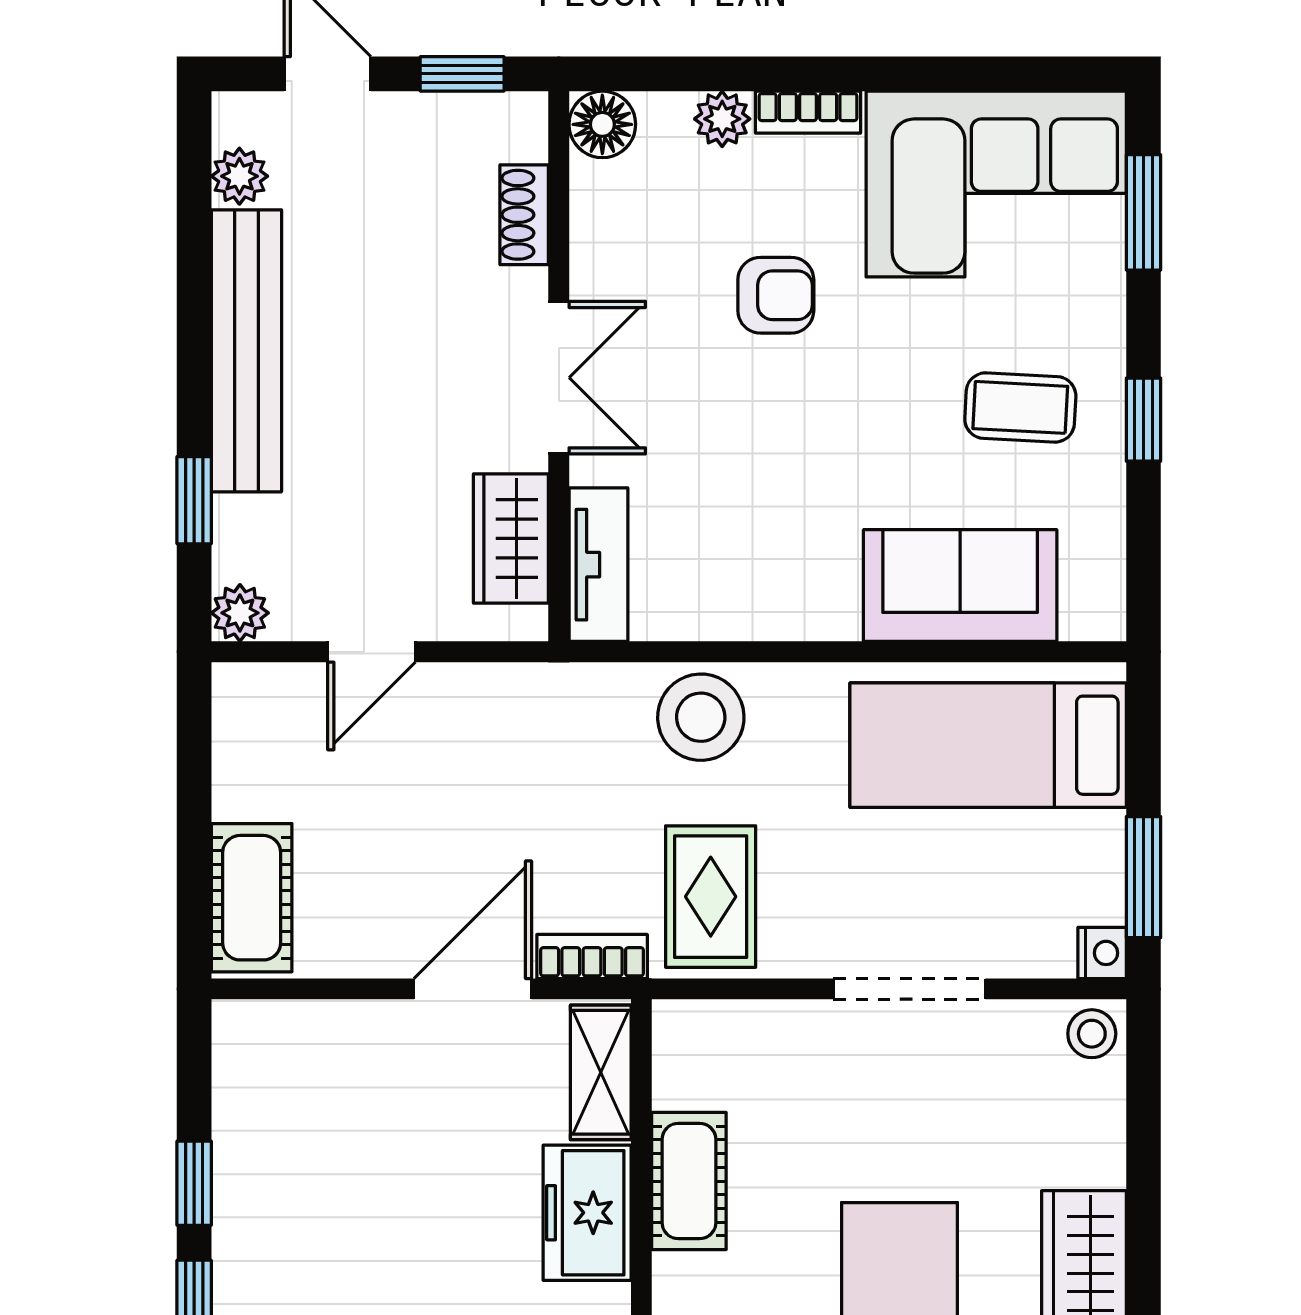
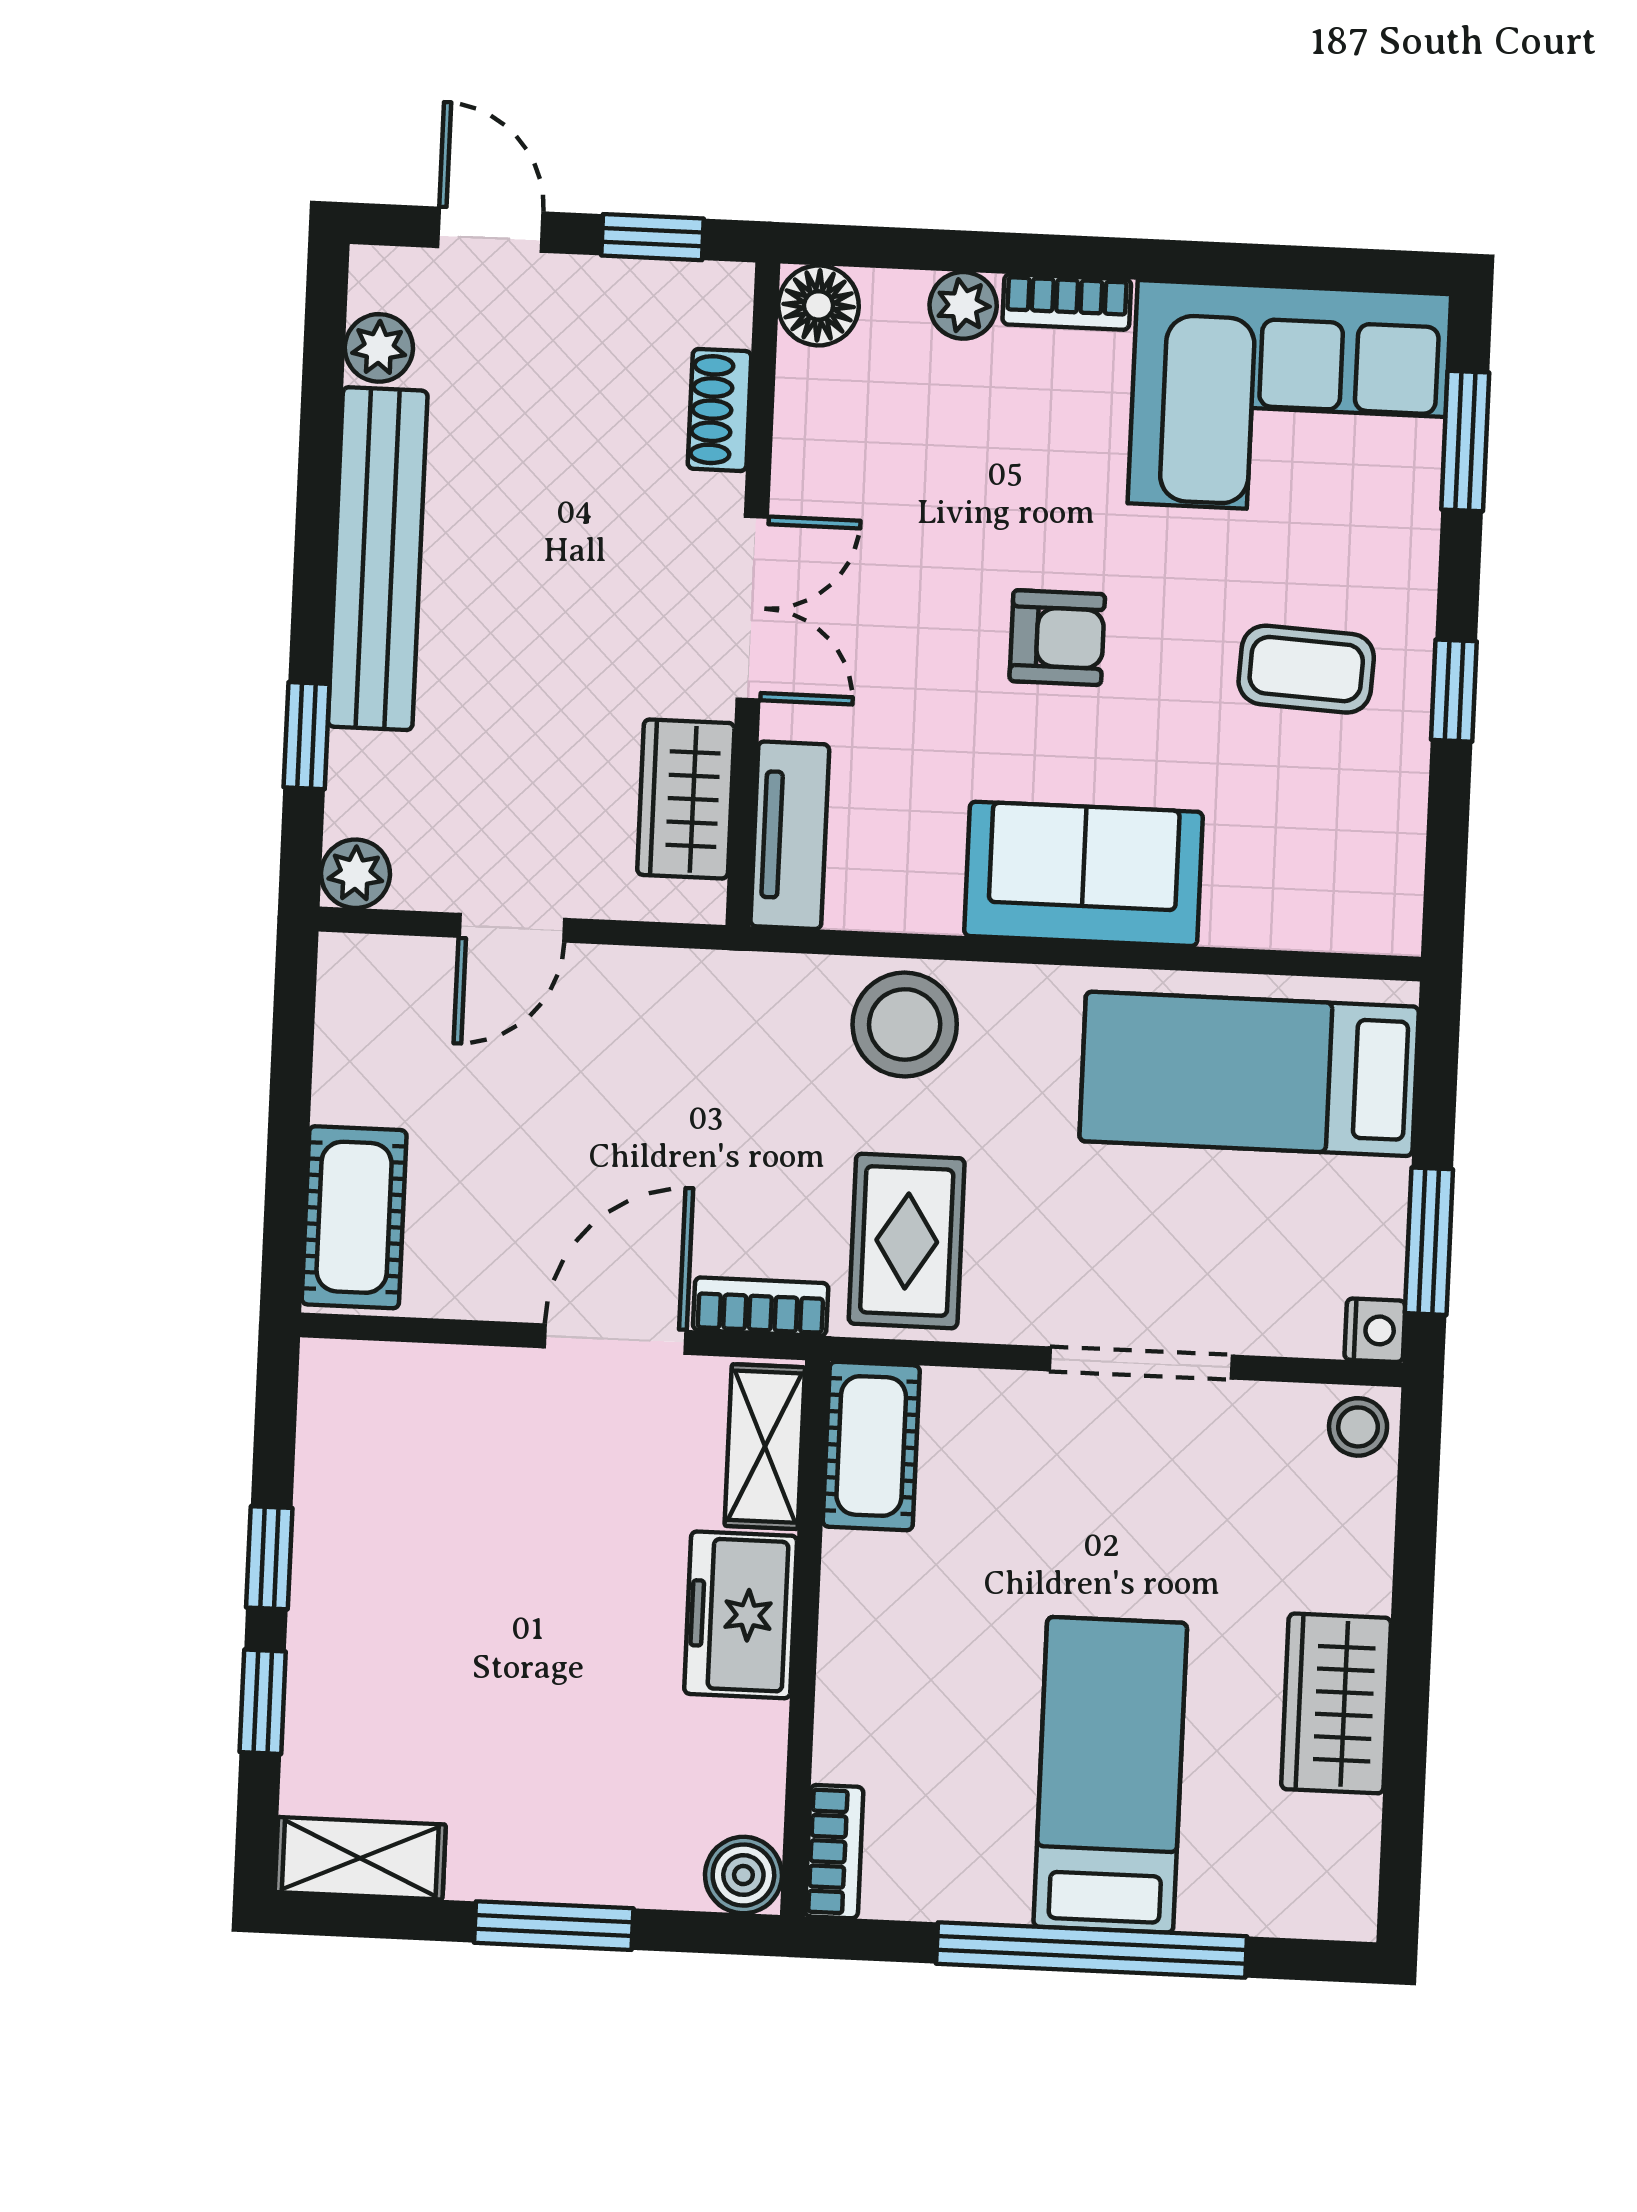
armchair: (776, 295) -> (1057, 638), moved
sofa: (960, 586) -> (1084, 874), moved
cot: (689, 1181) -> (871, 1446), moved

